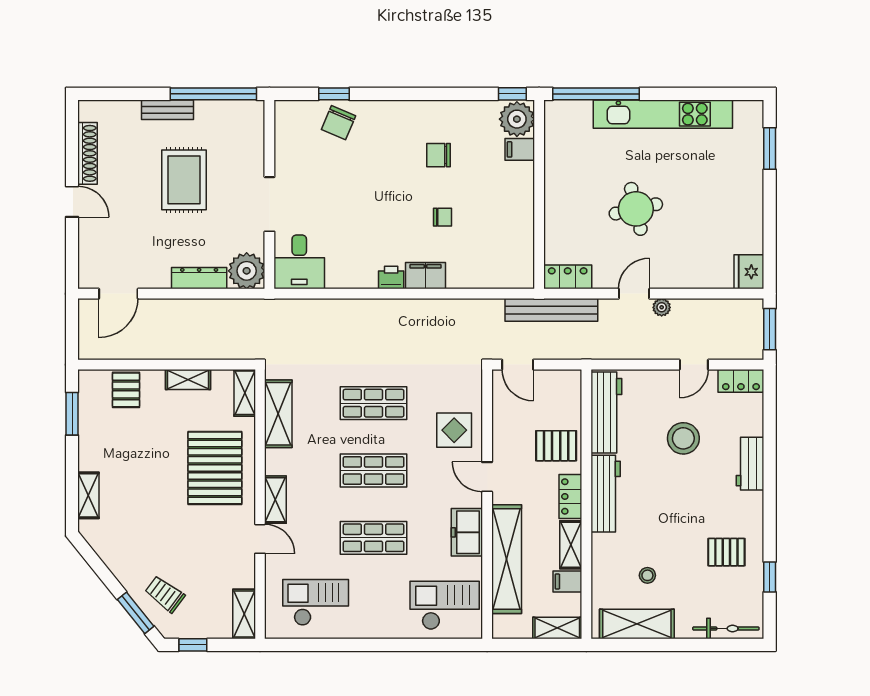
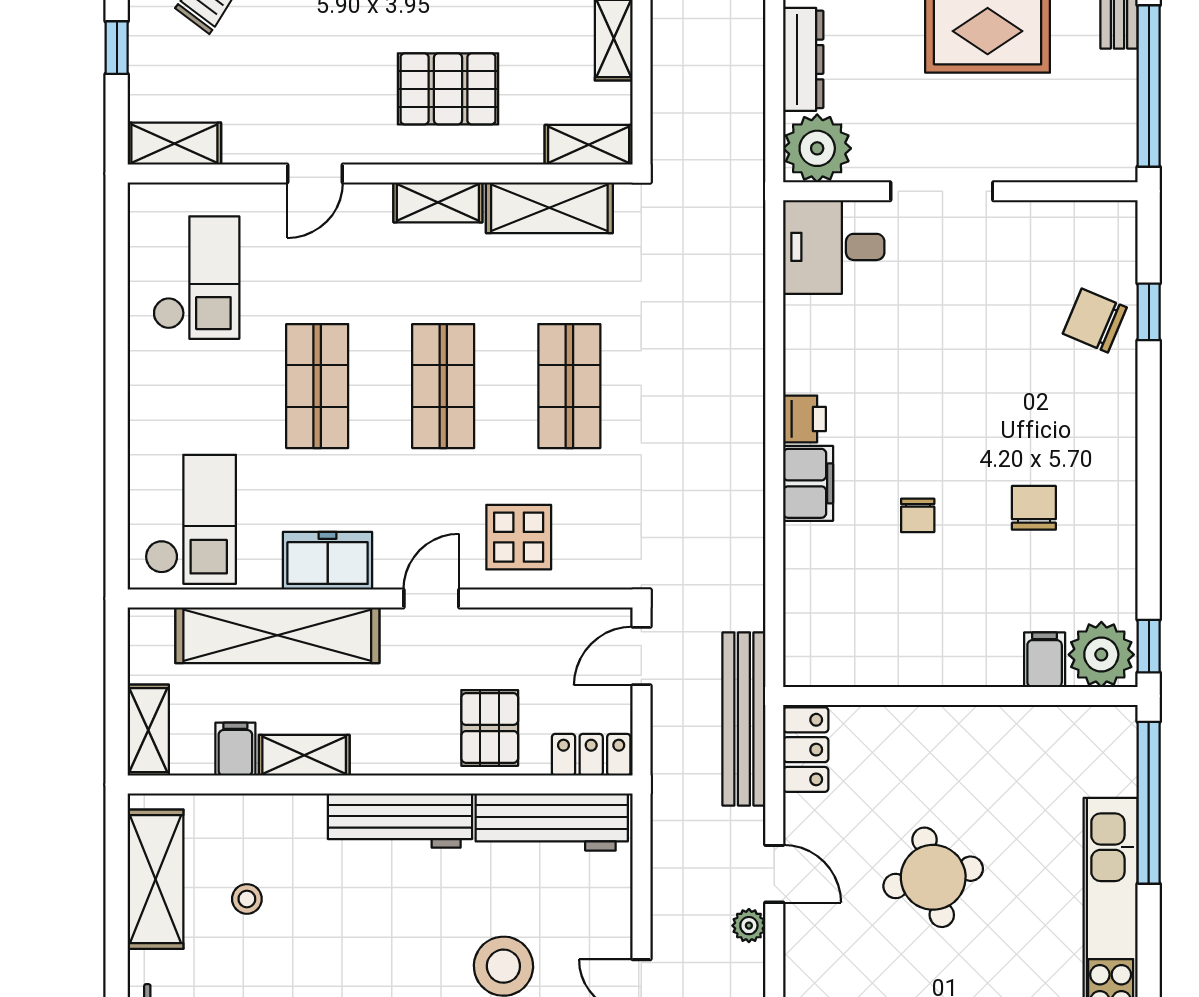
pallet: (215, 468) -> (448, 89), width x0.73, depth x0.71
locker: (570, 496) -> (591, 755), moved
shelving: (275, 500) -> (438, 202), moved

